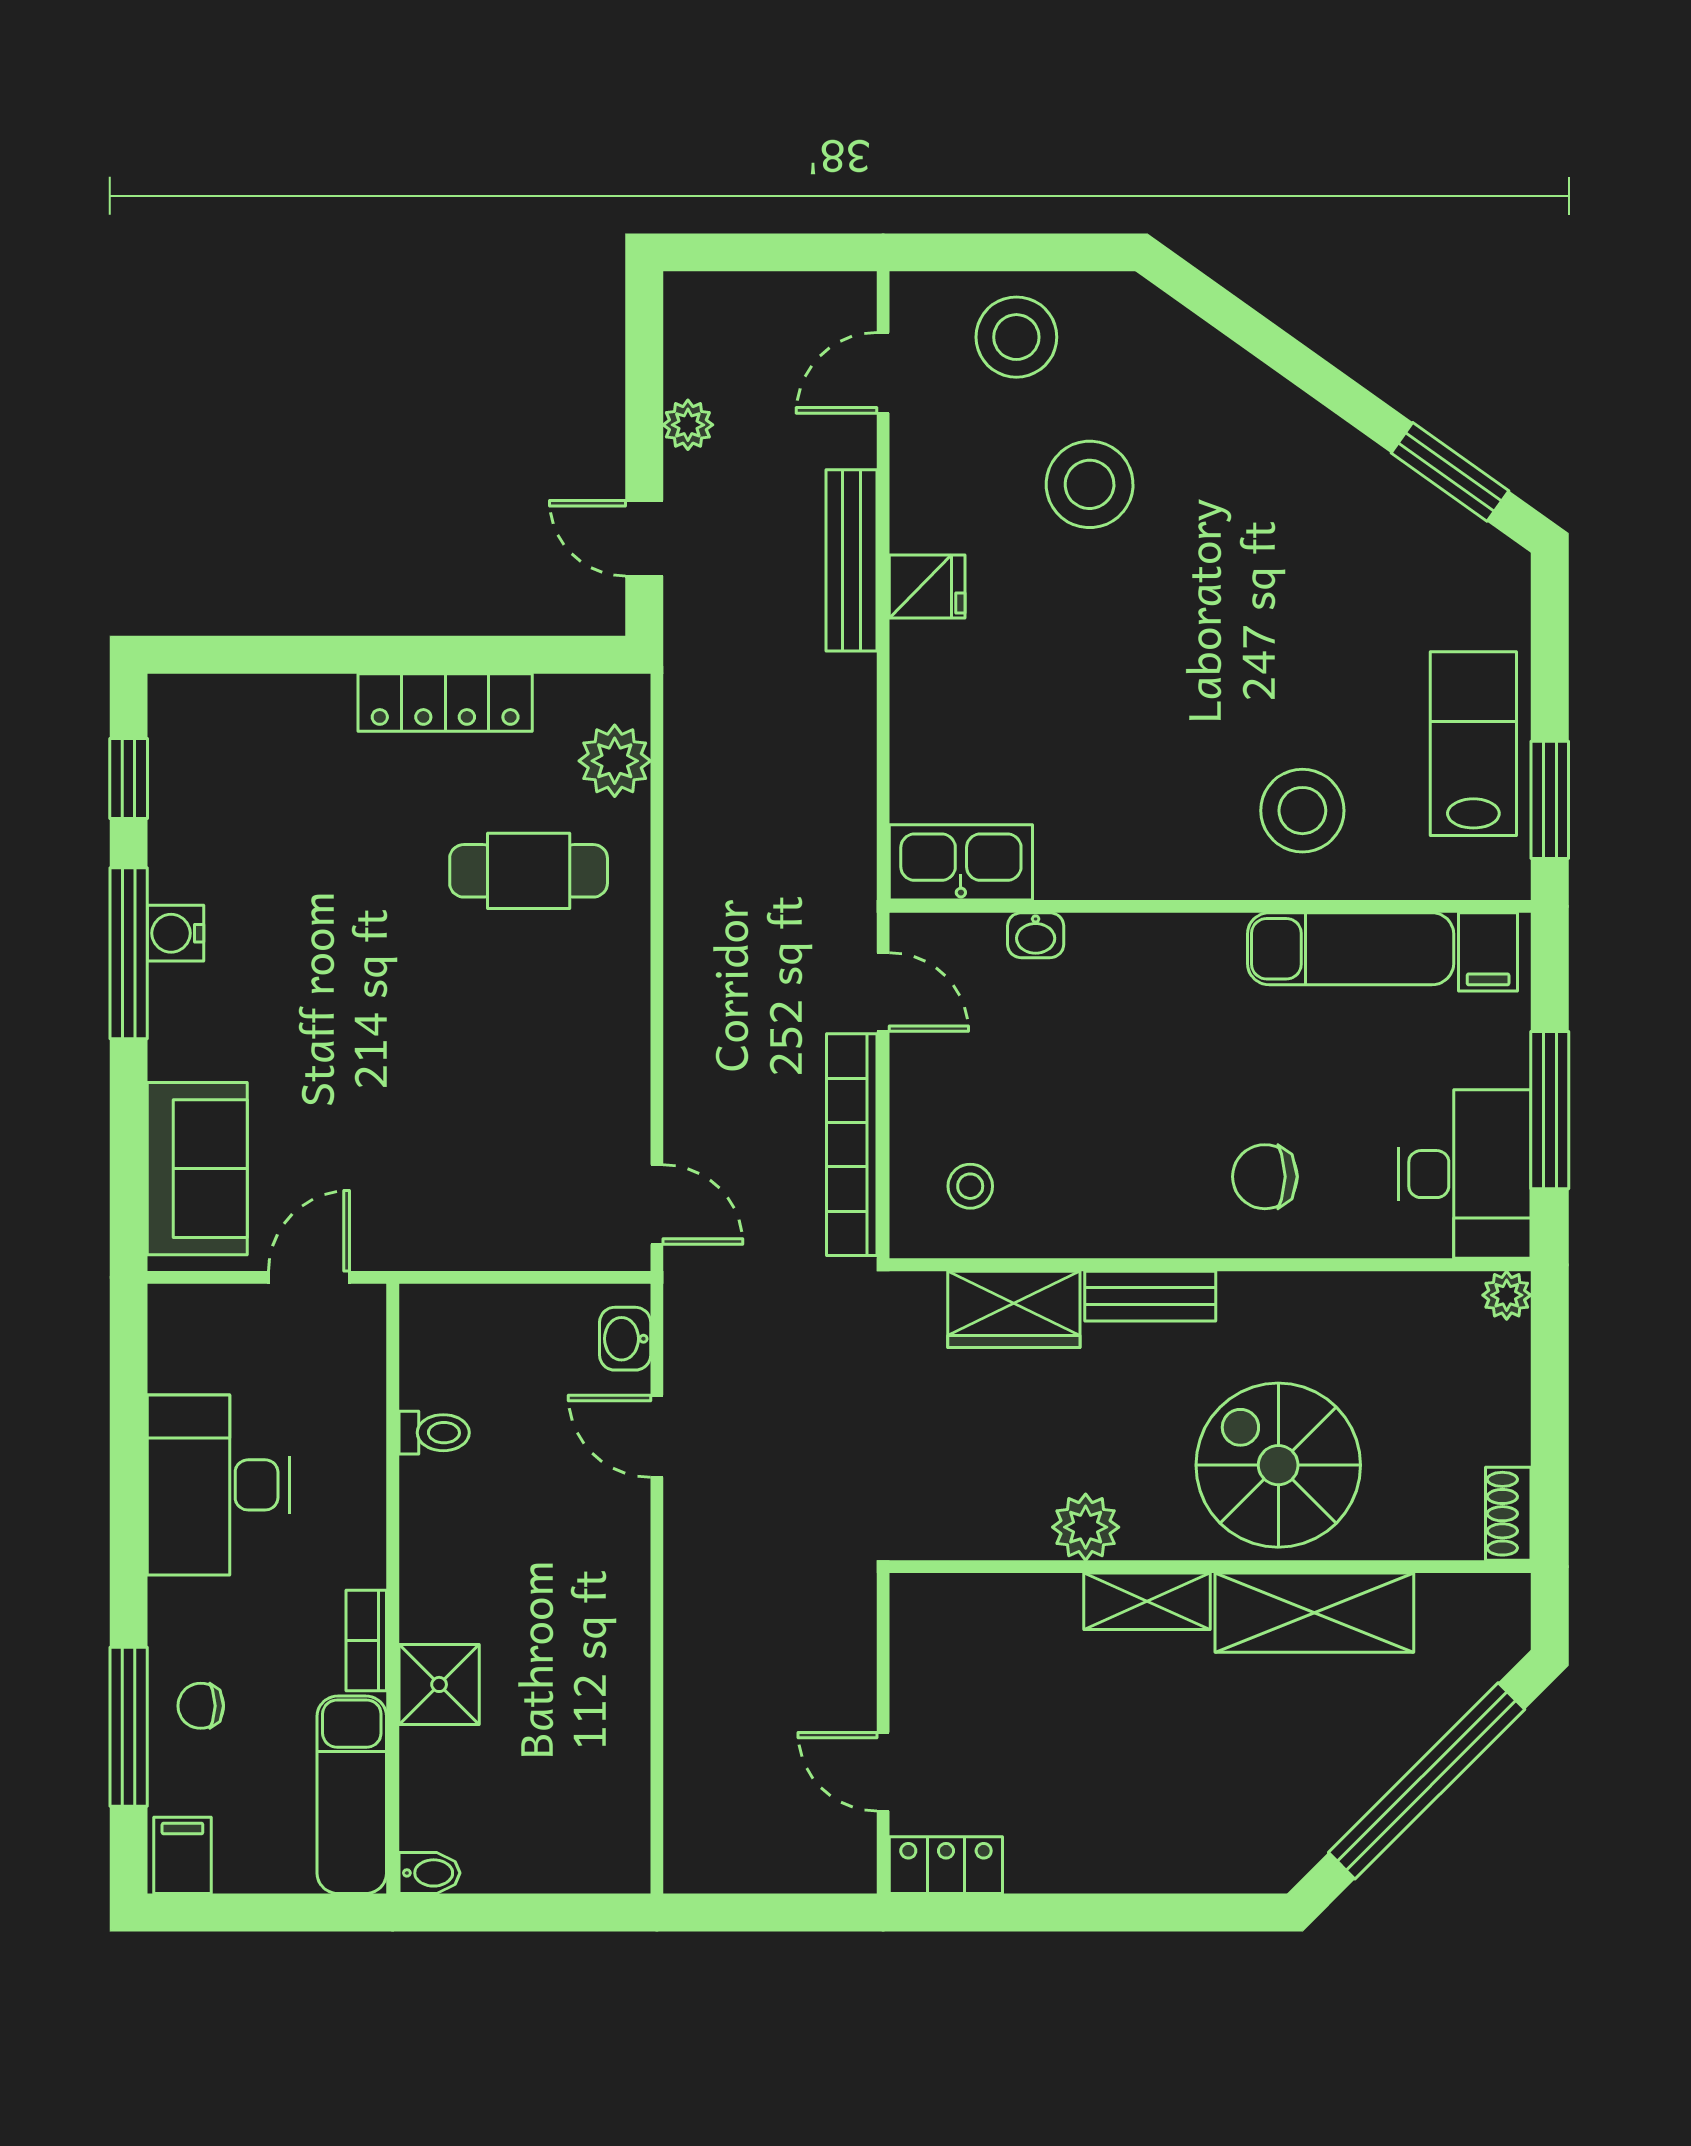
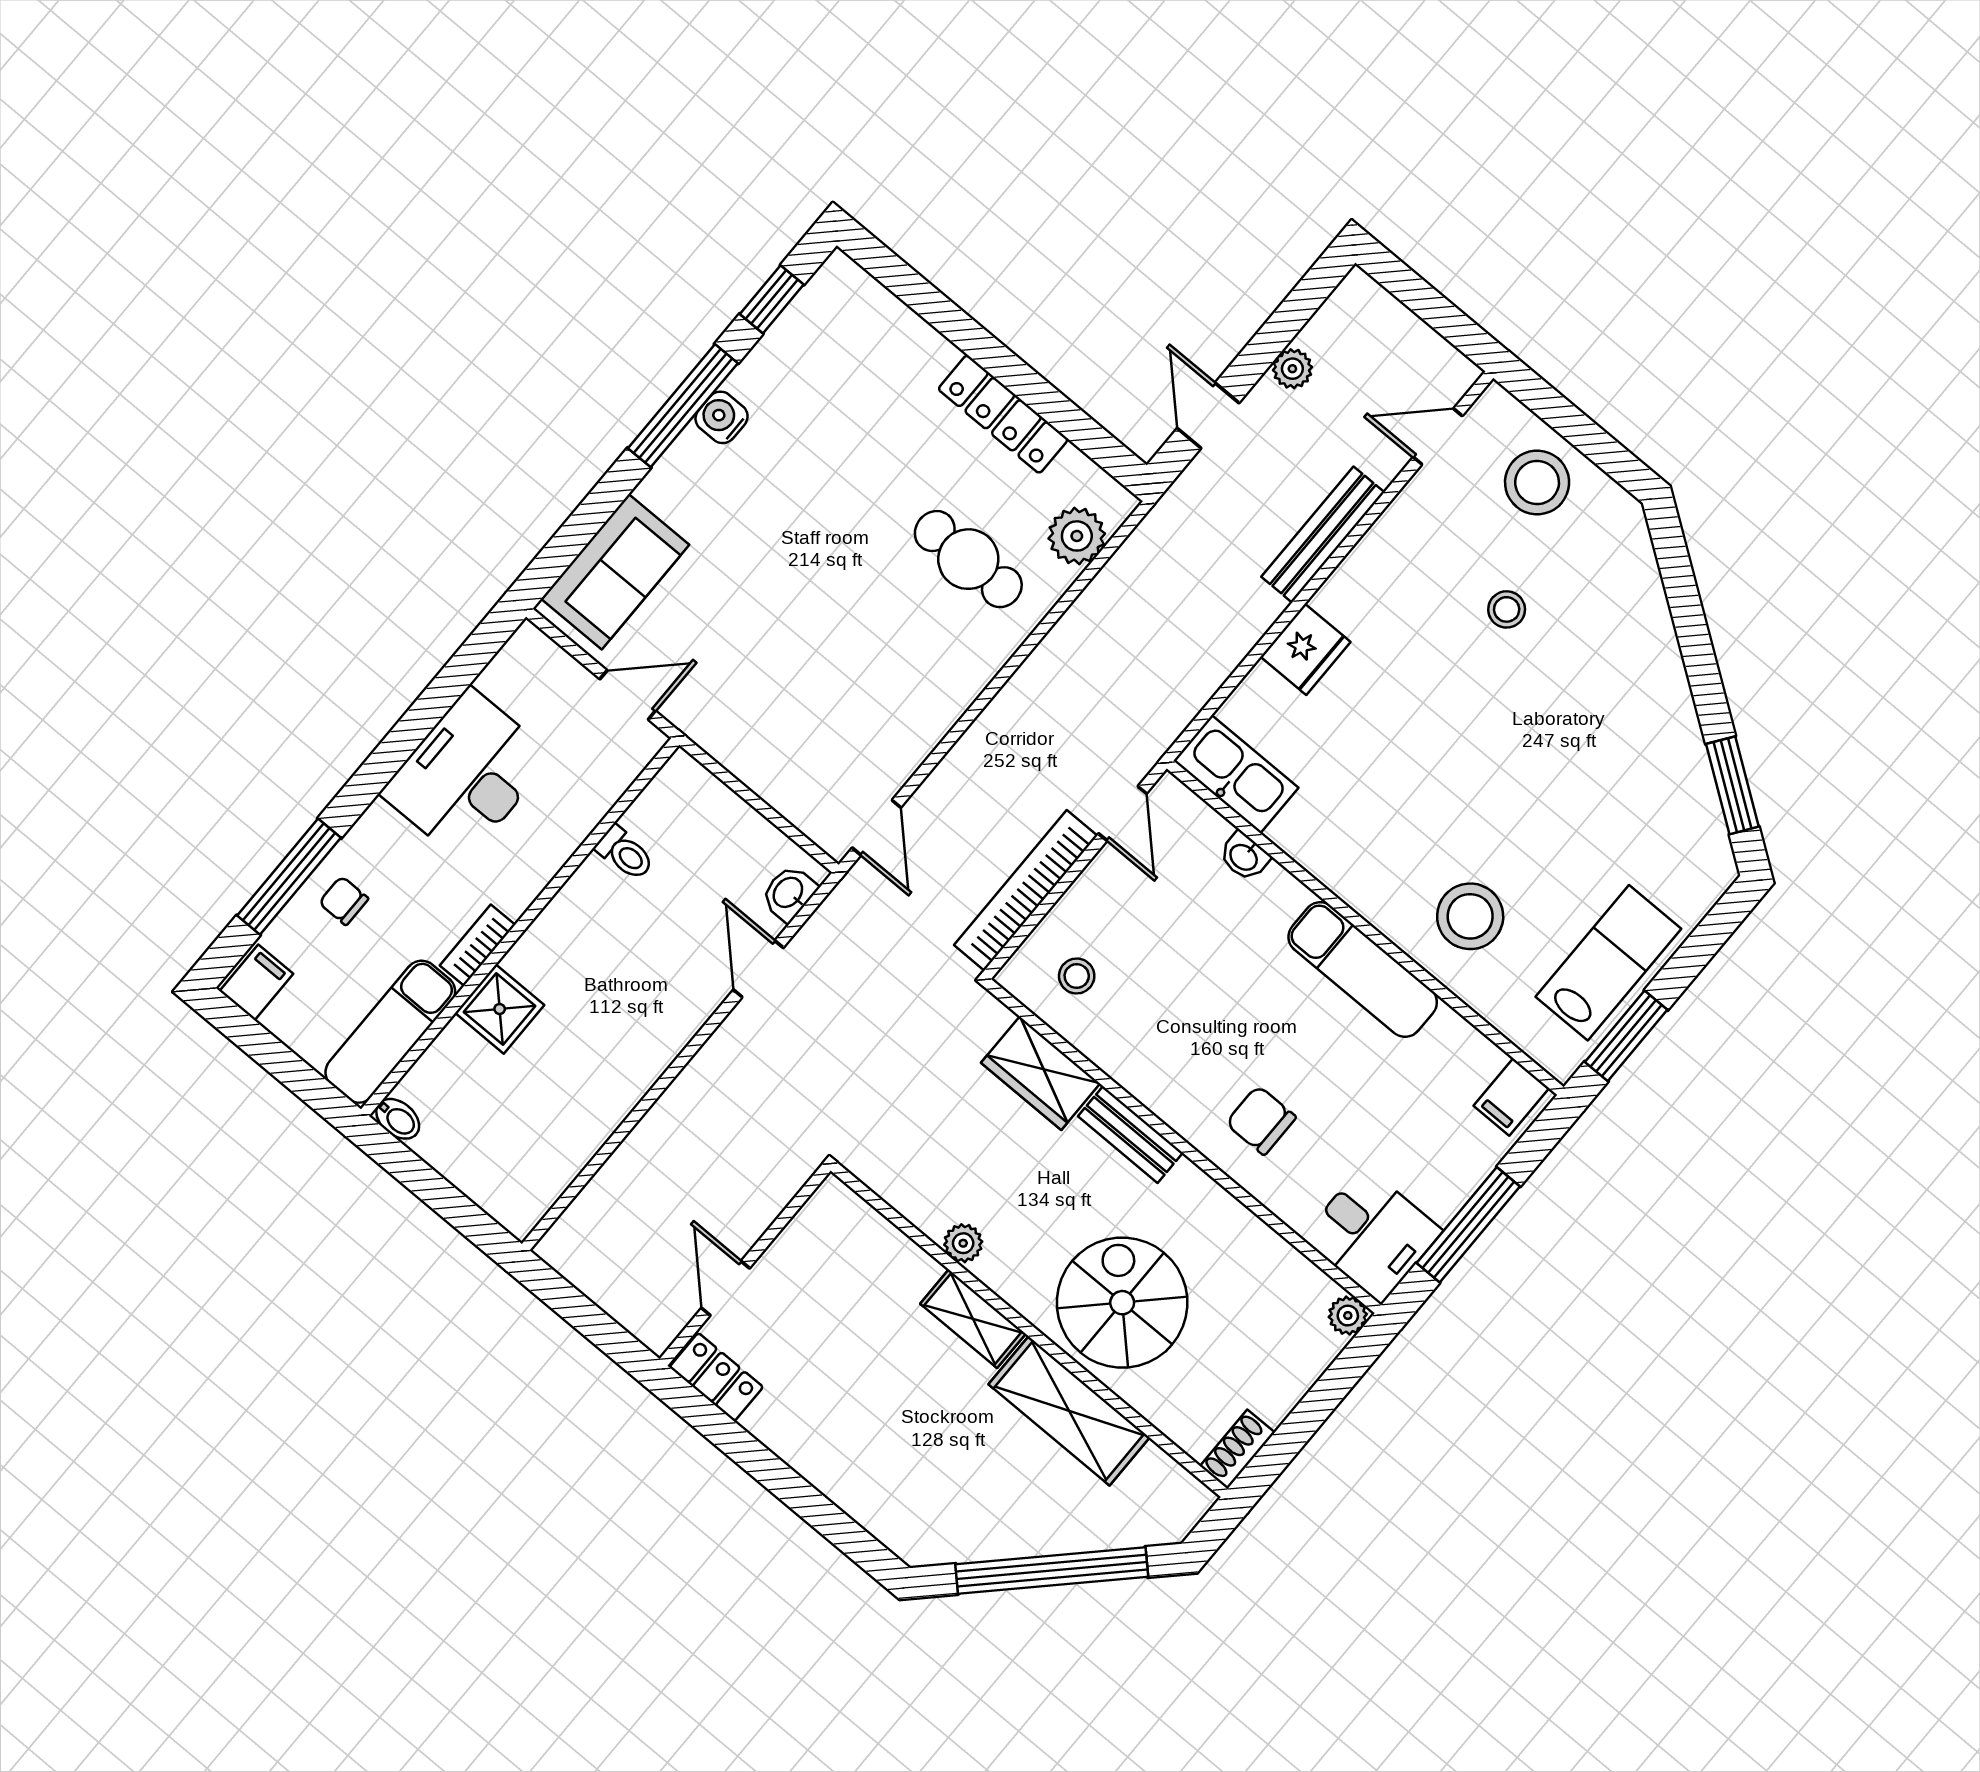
stool: (1090, 484) -> (1507, 609), width x0.53, depth x0.53
fridge: (927, 587) -> (1305, 649), moved, width x1.38
exam couch: (1351, 949) -> (1363, 969), moved
desk: (1465, 1174) -> (1372, 1234), width x0.73
plant: (1086, 1527) -> (963, 1243), width x0.73, depth x0.73

